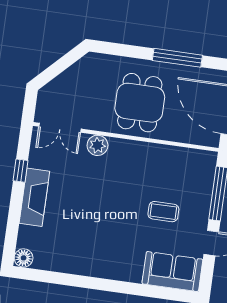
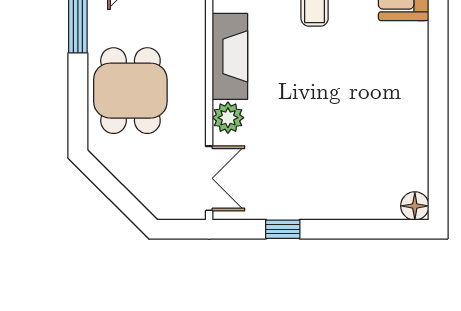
dining table: (140, 103) -> (130, 91), moved, turned 90
fireplace: (34, 197) -> (230, 56), moved, turned 90

